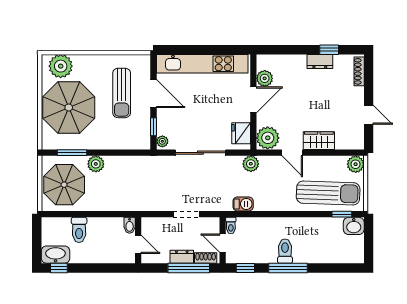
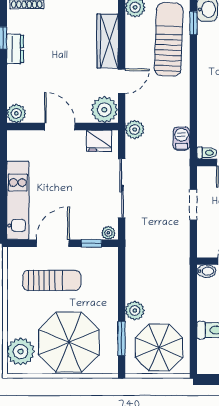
kitchen unit: (202, 64) -> (18, 200), width x0.73
plant: (265, 78) -> (16, 113), moved
wardrobe: (319, 141) -> (108, 41), width x1.50

